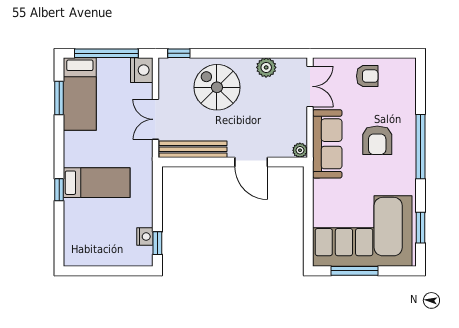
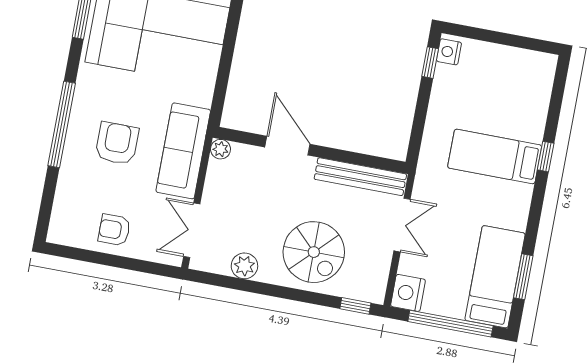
nightstand: (145, 237) -> (449, 52), moved

